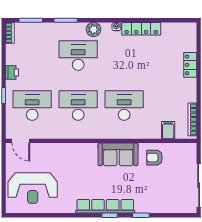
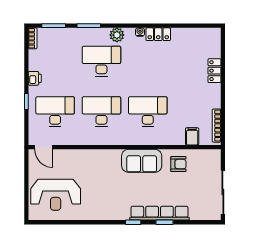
locker: (141, 29) -> (158, 34), width x0.66
armchair: (155, 158) -> (178, 164), turned 180
row of seats: (105, 206) -> (159, 213), moved

